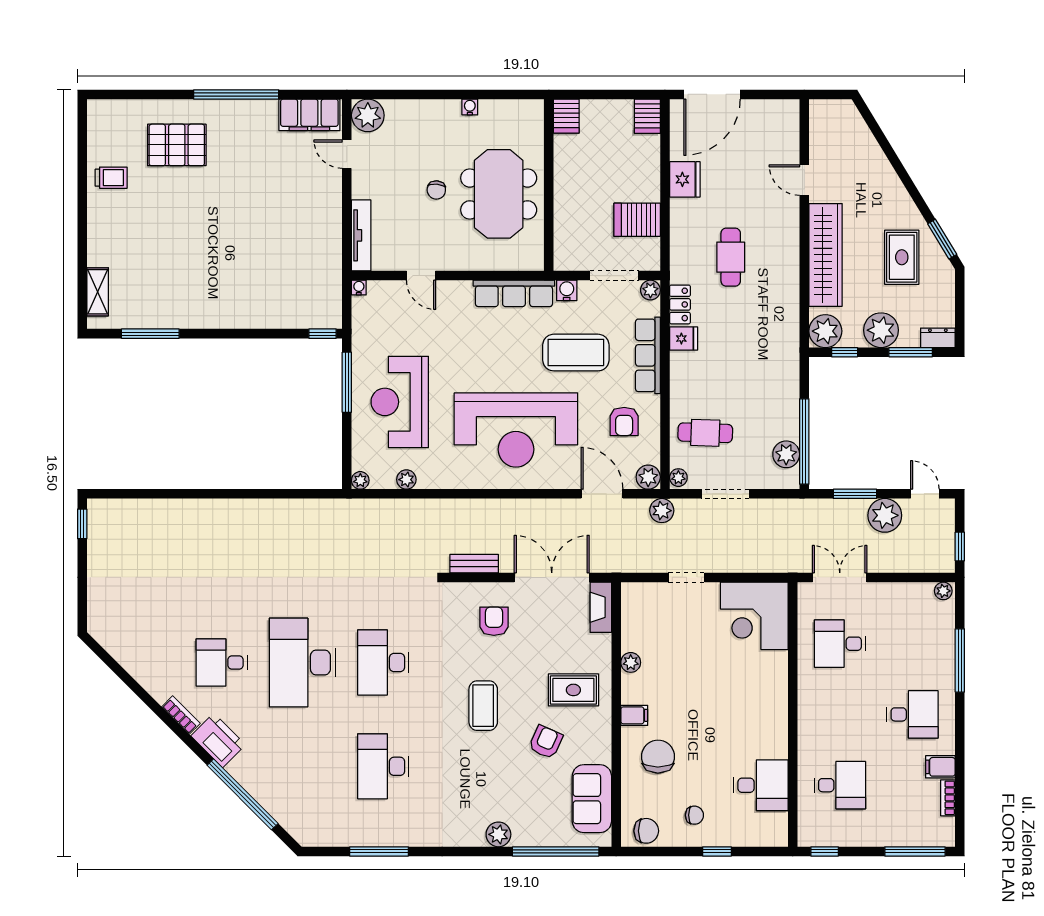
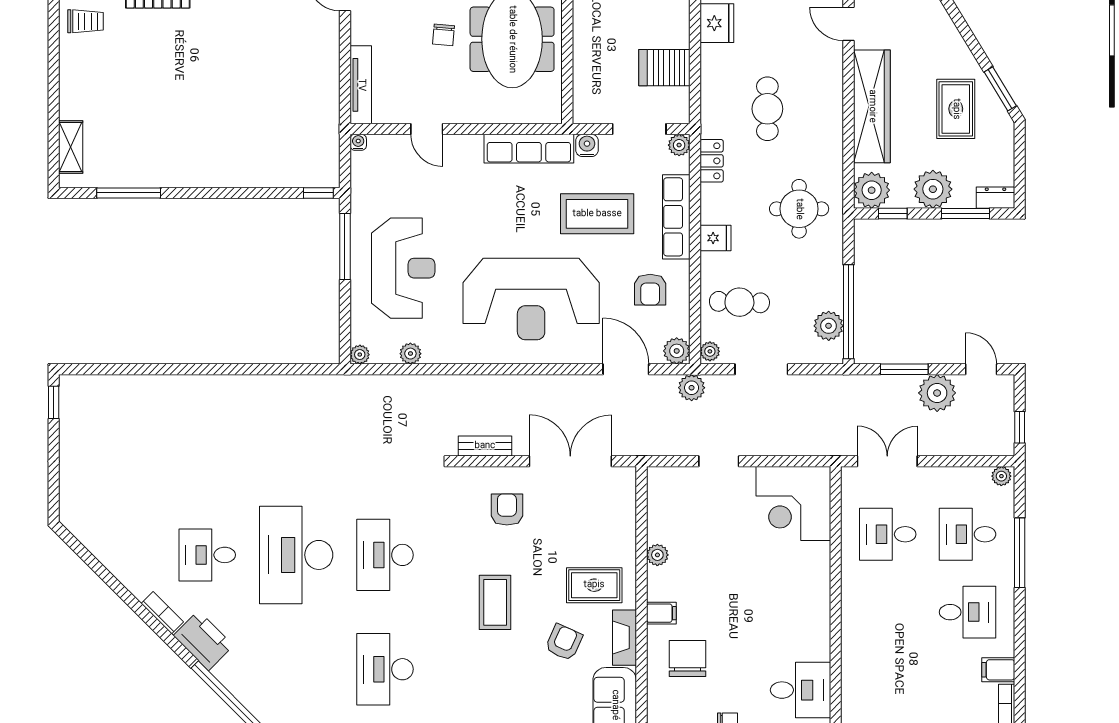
fridge: (684, 339) -> (716, 238), moved
round table: (759, 348) -> (799, 209), added
reception desk: (400, 402) -> (403, 268), turned 180
fireplace: (601, 607) -> (624, 638), moved
desk: (840, 785) -> (968, 534), moved, turned 180

